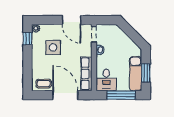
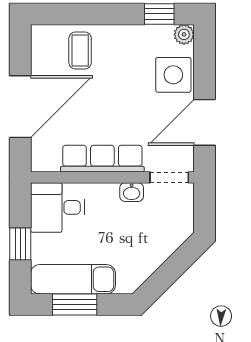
side table: (53, 47) -> (173, 75), moved
row of seats: (86, 74) -> (102, 159), moved
coffee table: (44, 84) -> (80, 50), moved
window: (121, 95) -> (20, 244), width x0.46

